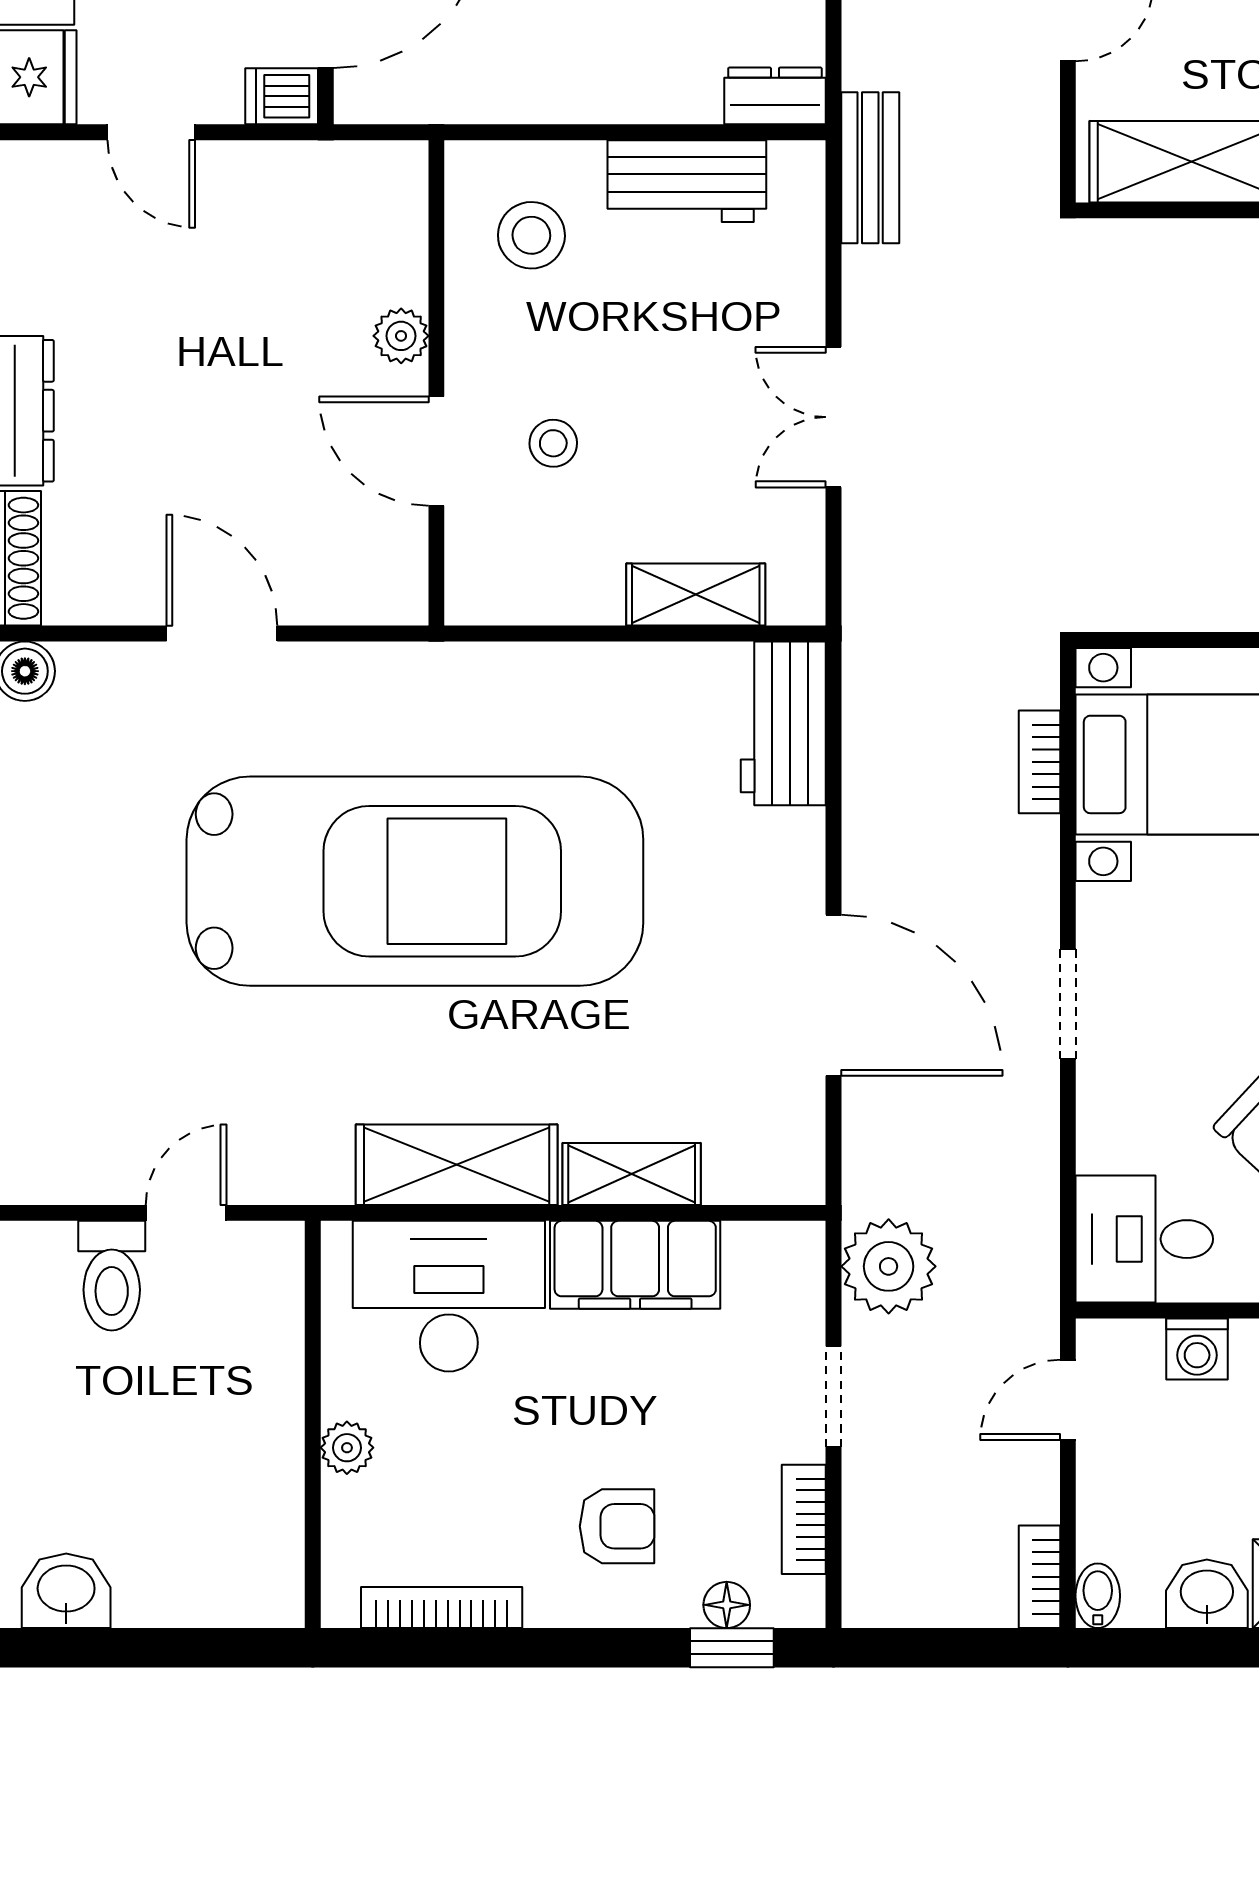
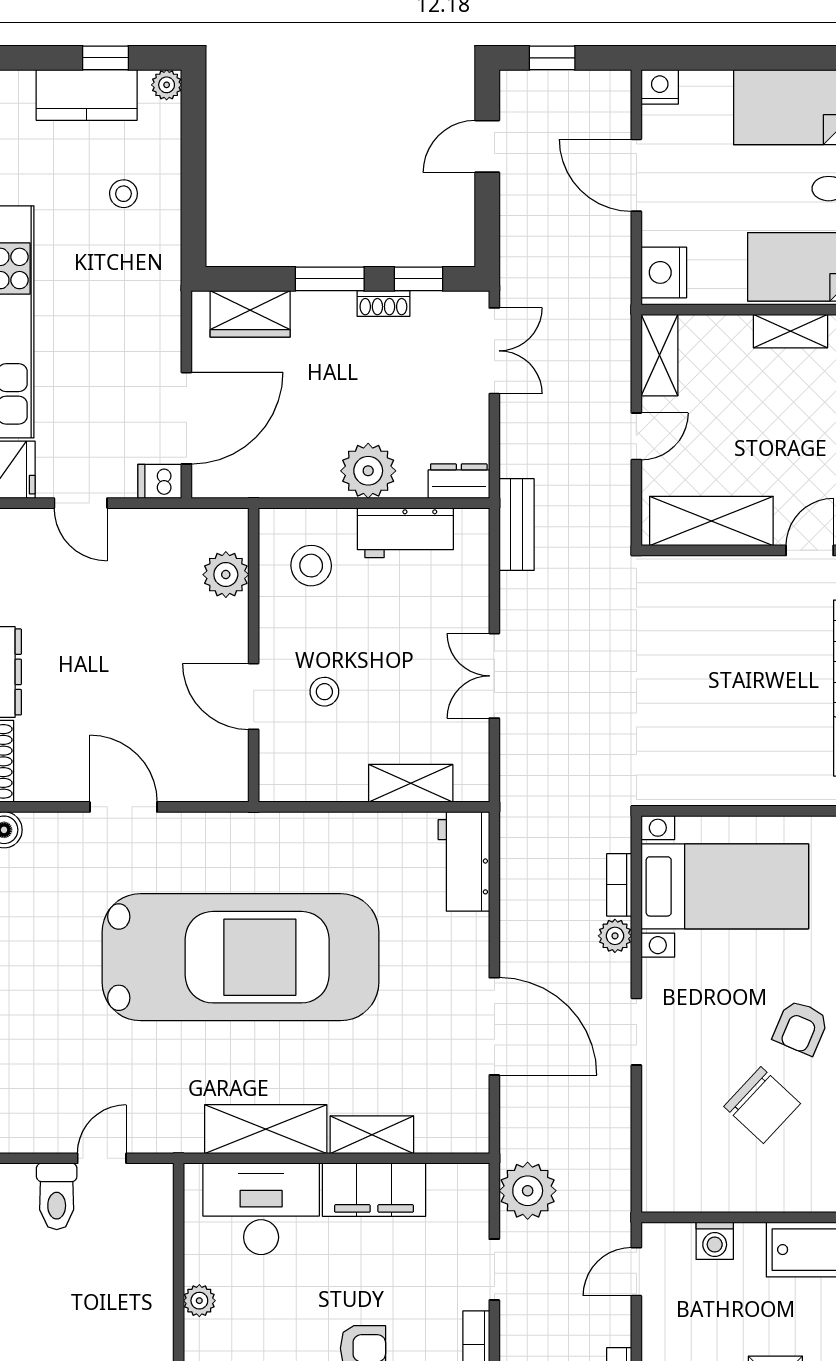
plant: (625, 79) -> (368, 471), added
plant: (401, 336) -> (226, 575), moved, width x1.38, depth x1.38
plant: (1033, 846) -> (615, 936), added
desk: (1144, 1239) -> (683, 1174), removed

